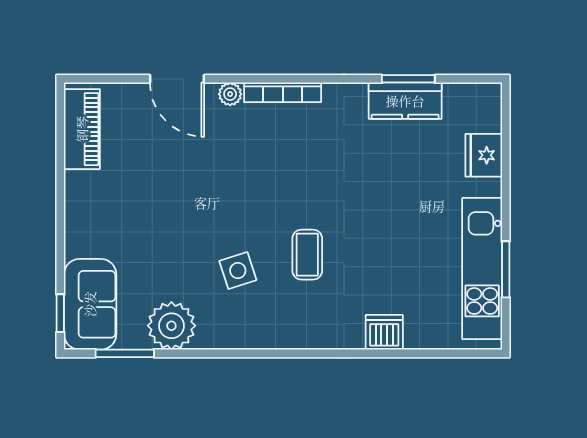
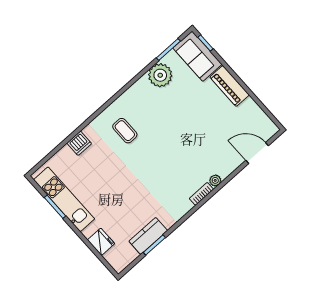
door: (177, 79) -> (257, 153), moved
bookcase: (283, 92) -> (201, 194), width x0.64
piano: (82, 129) -> (230, 86), moved
coffee table: (307, 255) -> (125, 131), moved
side table: (238, 271) -> (154, 118), removed

